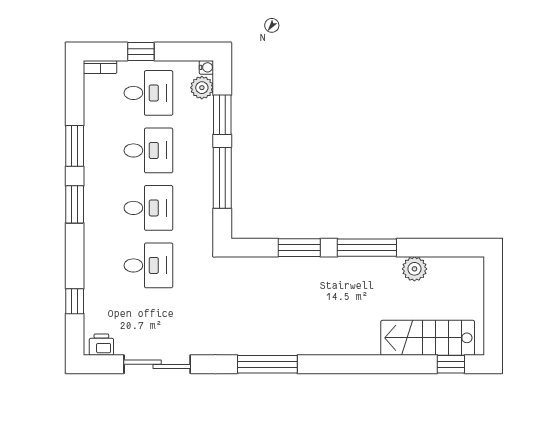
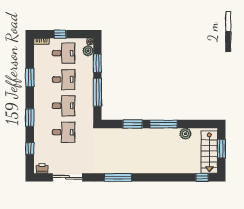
window: (75, 204) -> (30, 118), moved
window: (493, 301) -> (221, 149), added
stairs: (428, 338) -> (209, 152), moved, turned -90

